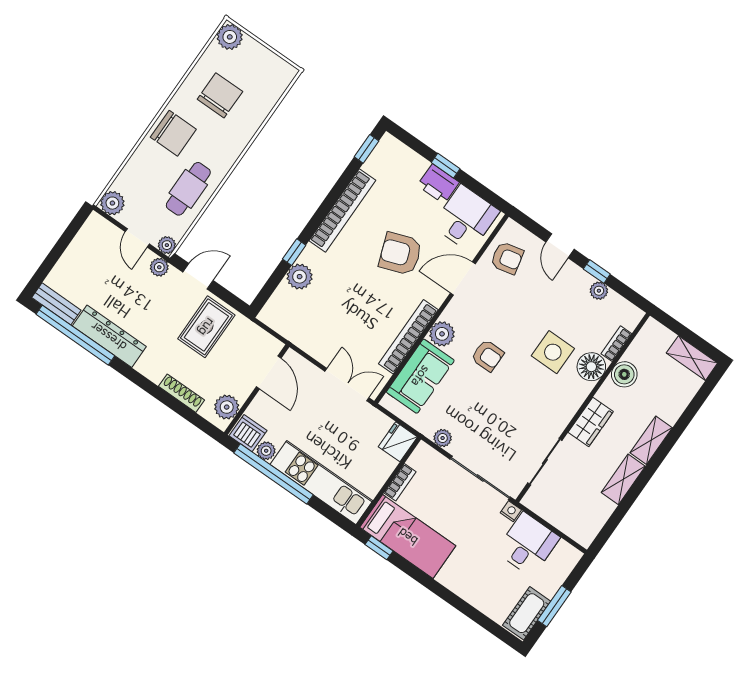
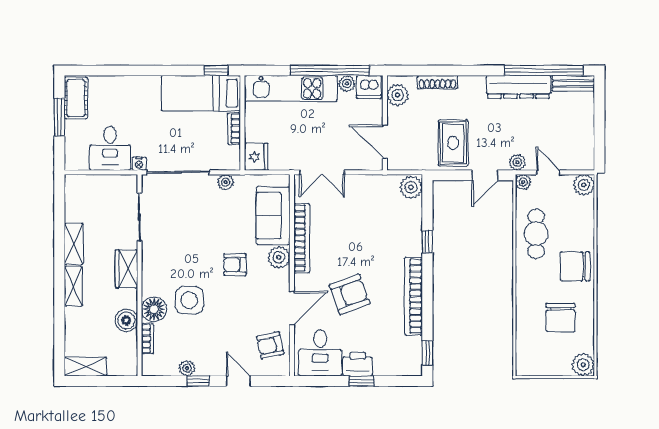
plant: (300, 277) -> (411, 187), moved

